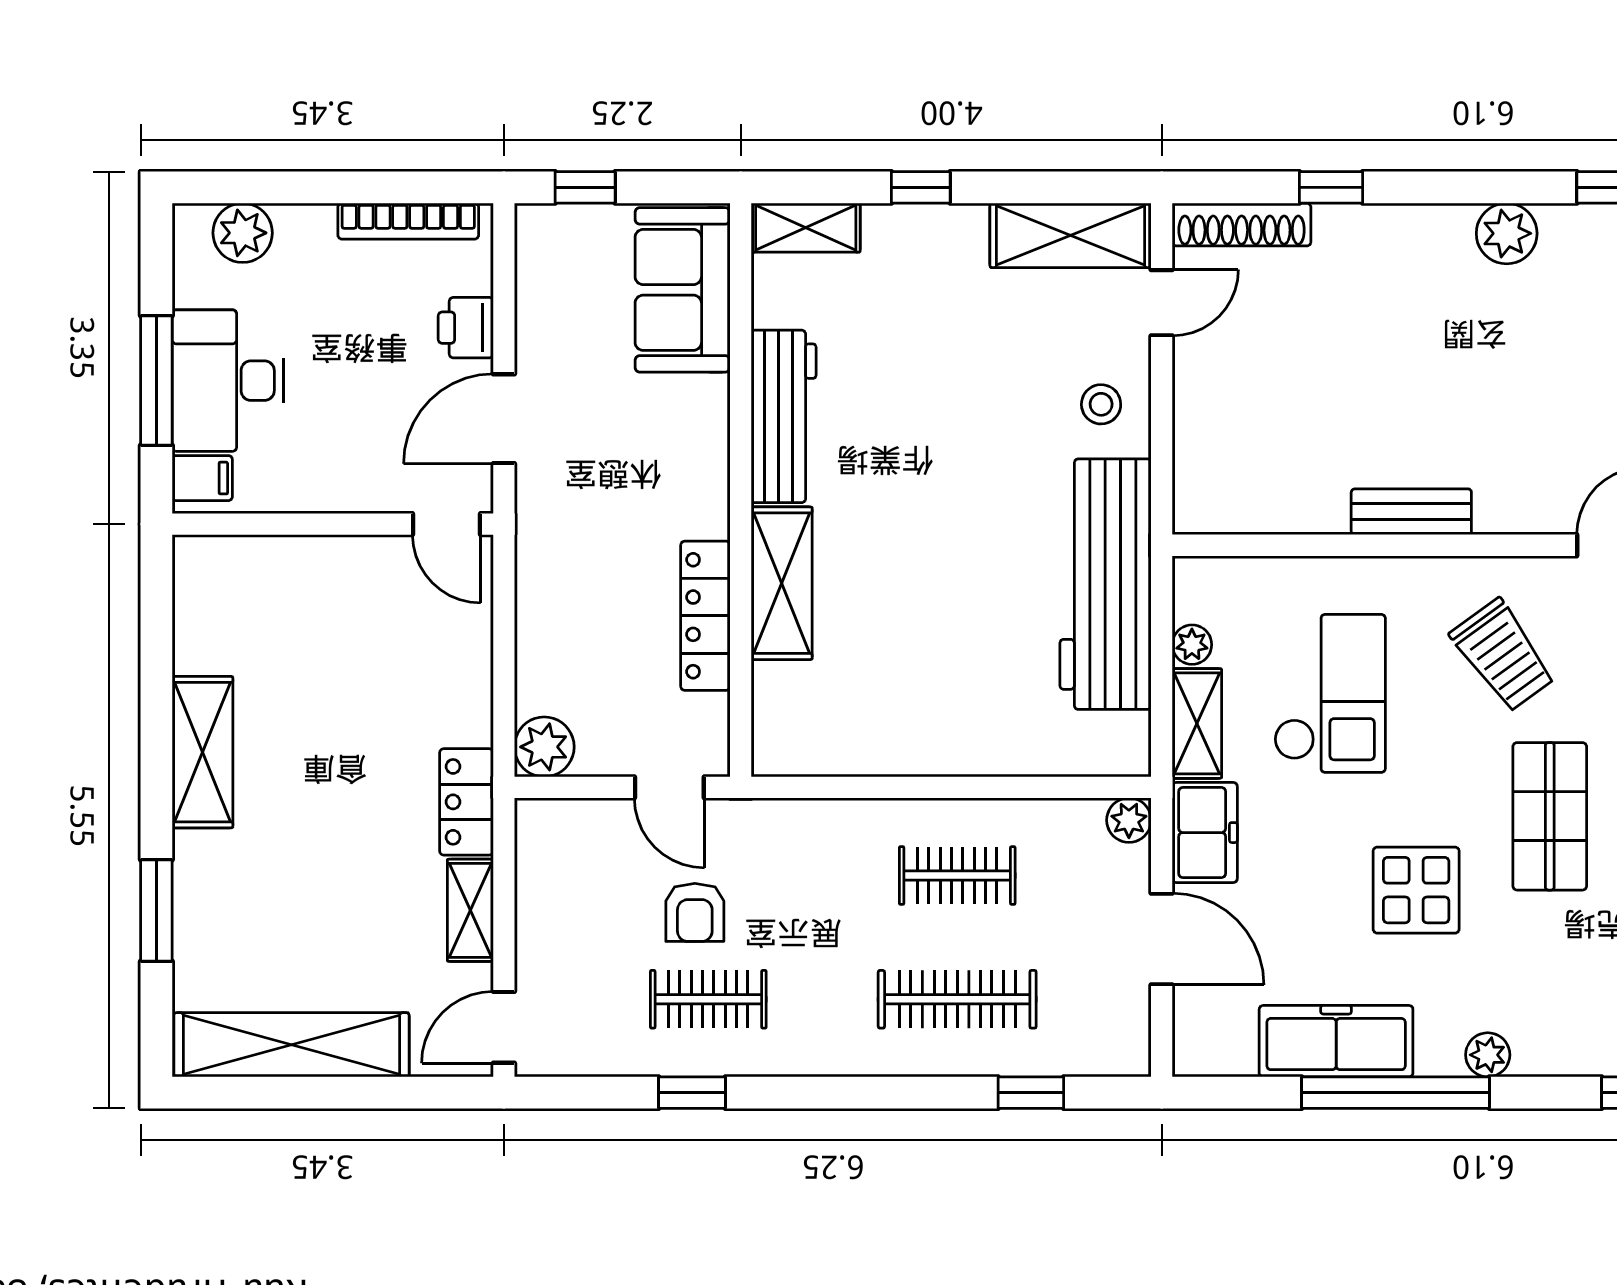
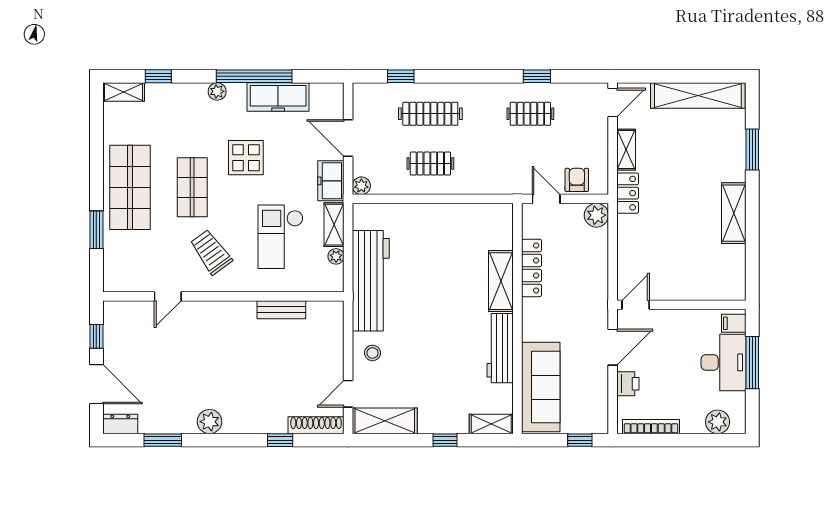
sofa: (683, 290) -> (541, 387), width x1.36
bench: (1411, 512) -> (281, 310), moved
door: (447, 524) -> (636, 305), hinge flipped
armchair: (695, 912) -> (577, 180), moved

